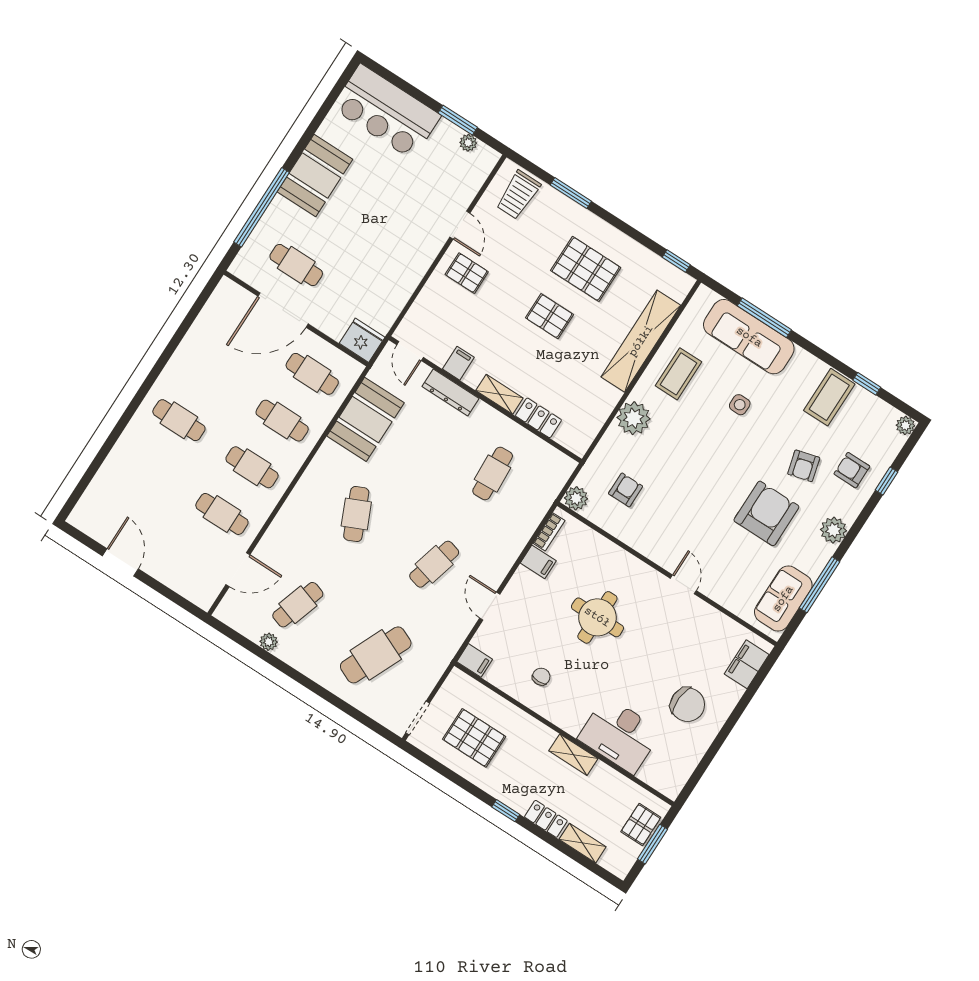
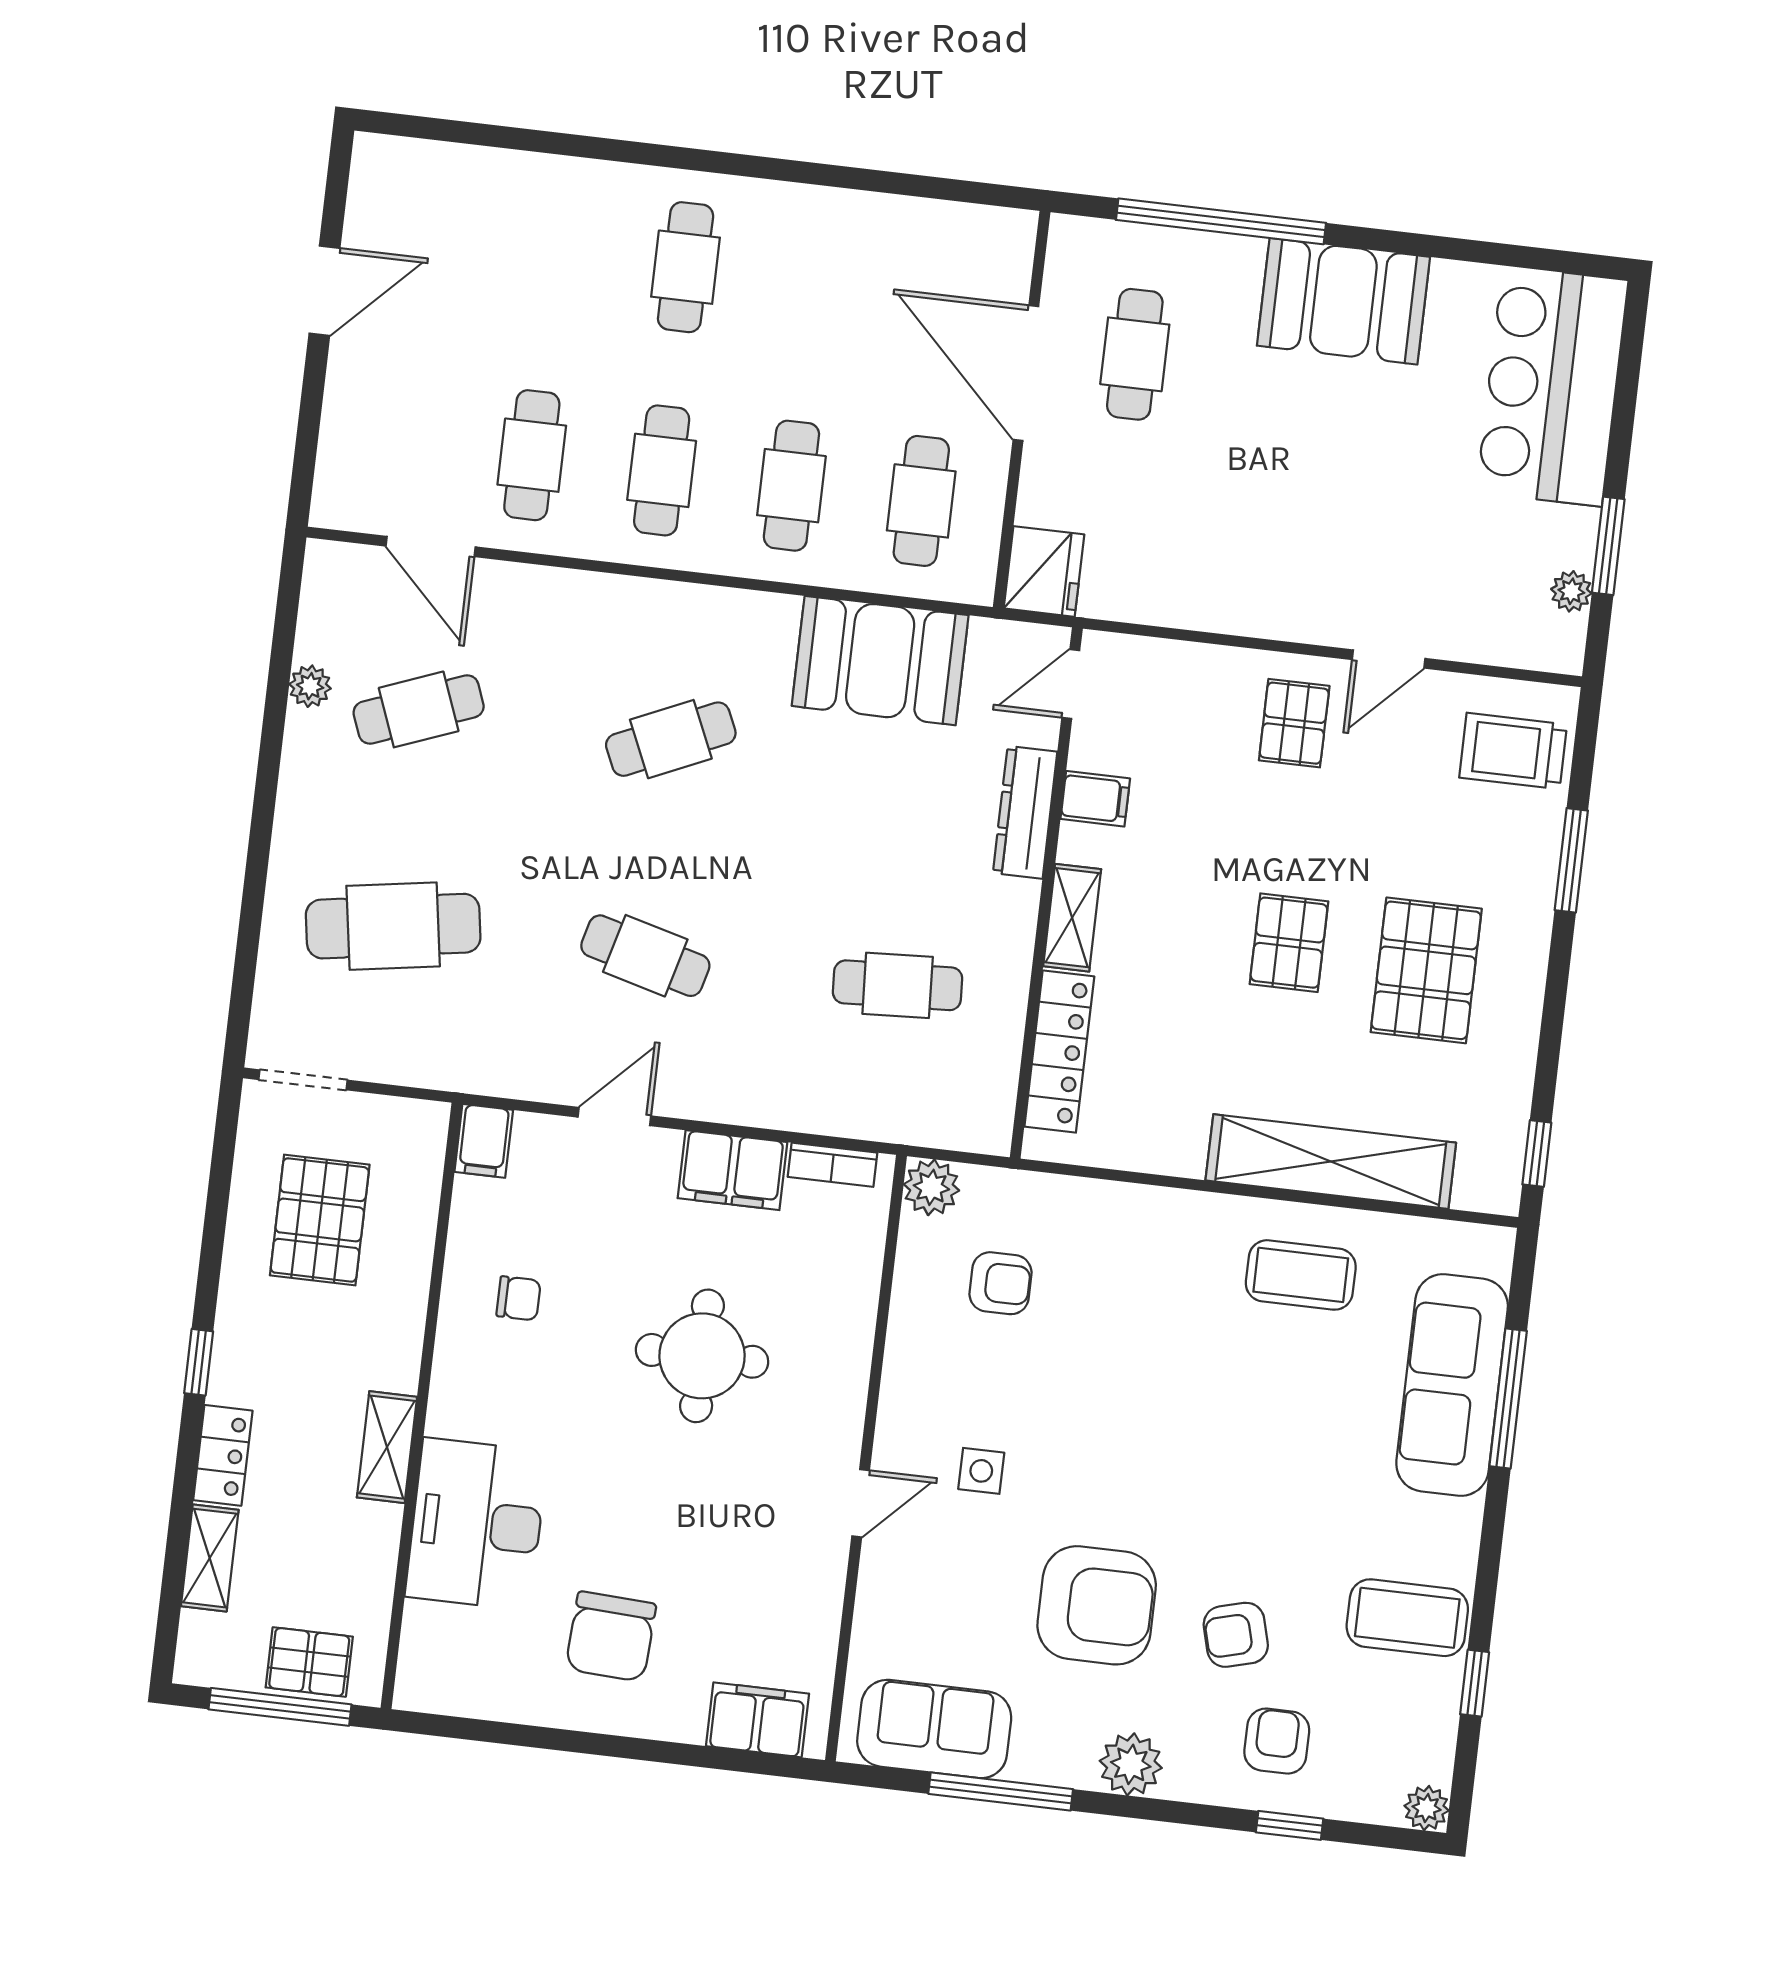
side table: (740, 405) -> (981, 1471), moved
locker: (538, 418) -> (1059, 1052), width x1.53
plant: (634, 418) -> (1160, 1226), removed
filing cabinet: (538, 562) -> (732, 1170), width x2.00
cafe table: (298, 605) -> (419, 709), turned -39
cafe table: (376, 655) -> (393, 926), turned -33
window: (652, 844) -> (280, 1707), width x1.44

